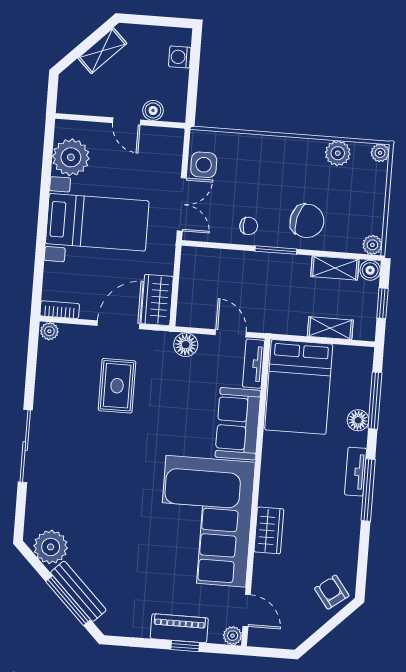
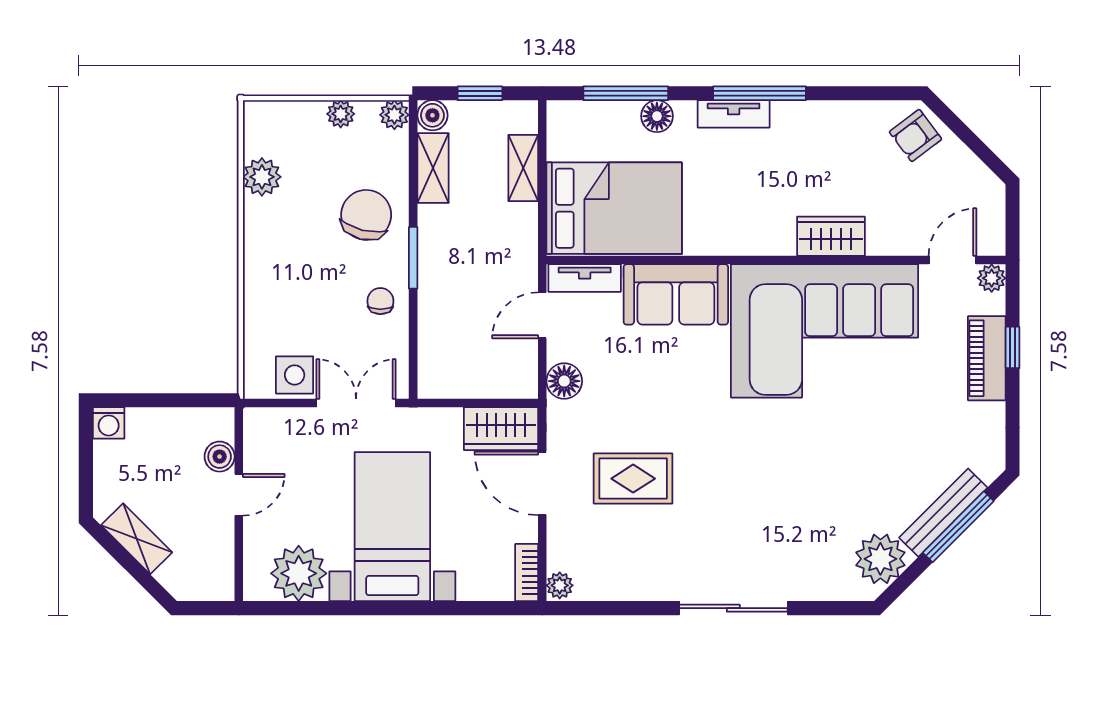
washing machine: (180, 57) -> (109, 423), moved
plant: (380, 153) -> (341, 114), moved

